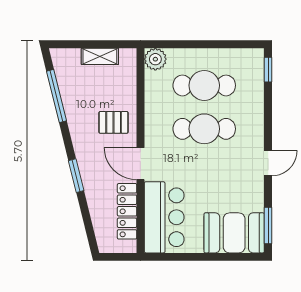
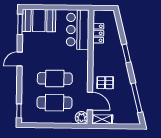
shelving: (100, 56) -> (102, 119), moved
door: (140, 164) -> (90, 101), moved
locker: (127, 211) -> (98, 33), width x0.66

